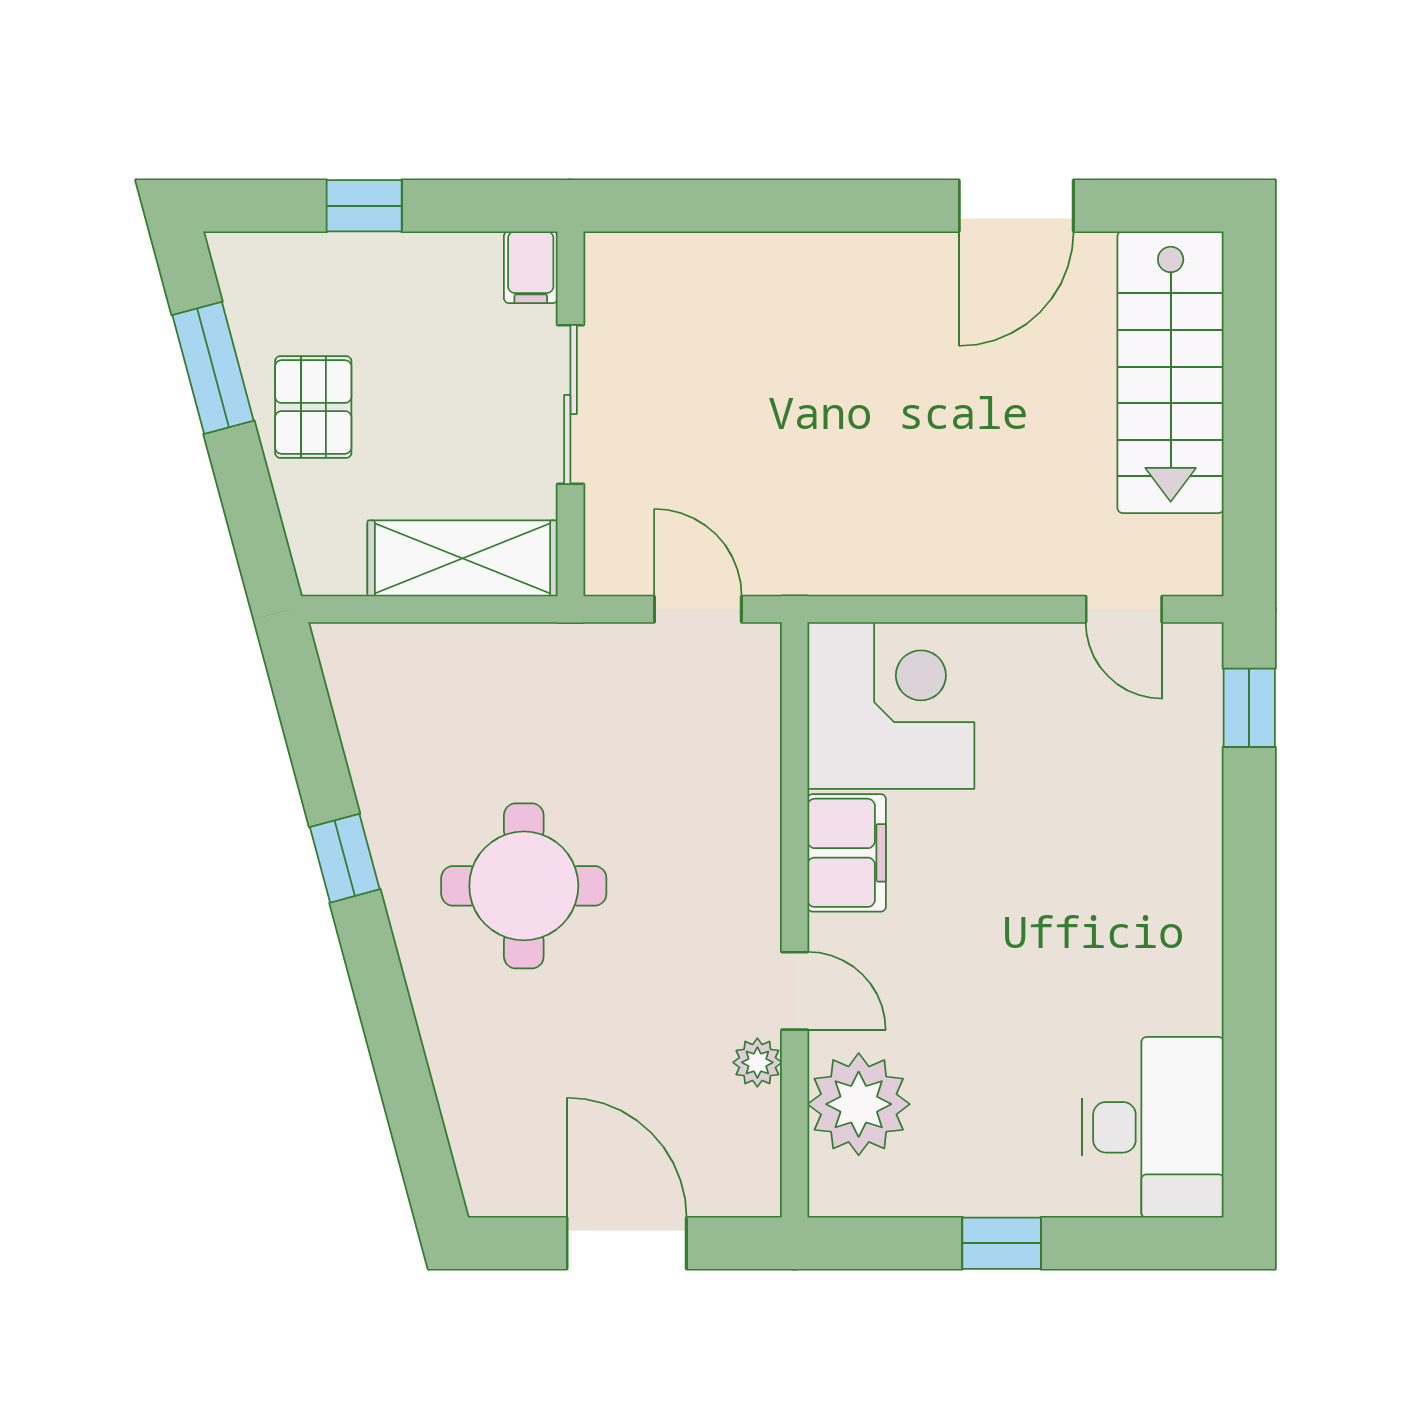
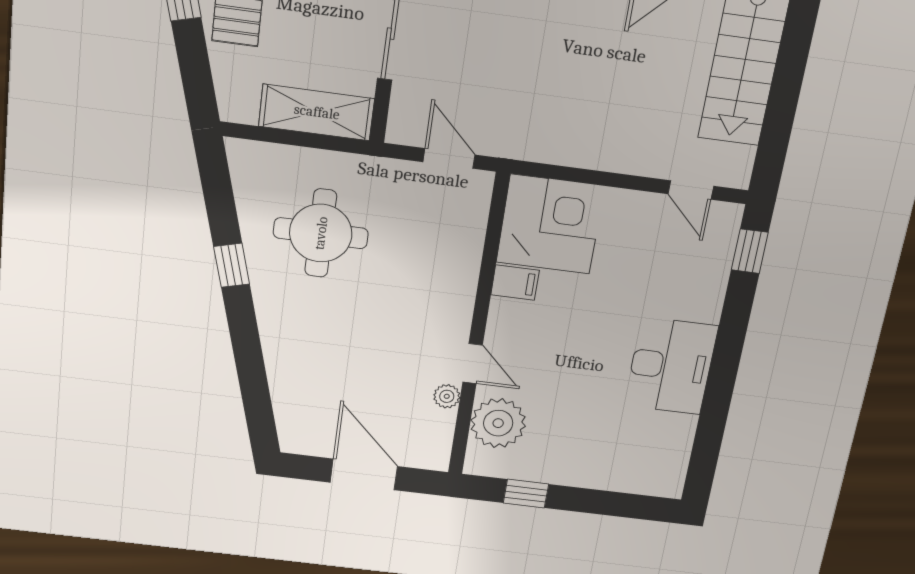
filing cabinet: (847, 853) -> (515, 283), width x0.50
round table: (524, 886) -> (321, 233), moved
desk: (1153, 1127) -> (671, 366), moved
window: (1002, 1243) -> (526, 494), moved

